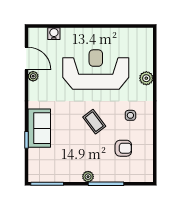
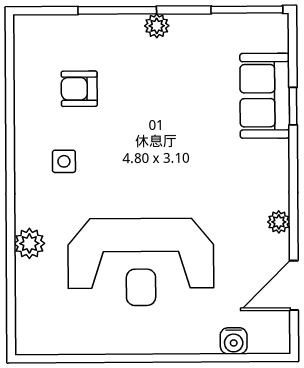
door: (26, 59) -> (294, 285), hinge flipped
plant: (33, 76) -> (279, 222), moved
coffee table: (94, 122) -> (144, 147), removed
sofa: (39, 128) -> (265, 96), moved

